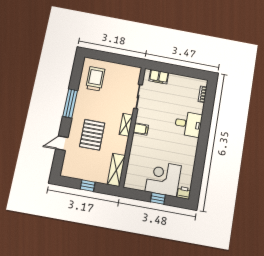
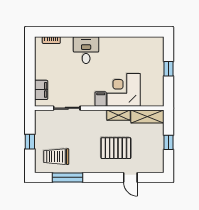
window: (114, 58) -> (30, 142), added
window: (70, 103) -> (67, 177), moved
shelving: (126, 125) -> (118, 115), moved
corner desk: (163, 178) -> (124, 90), moved, turned 90
printer: (184, 193) -> (158, 43), removed

